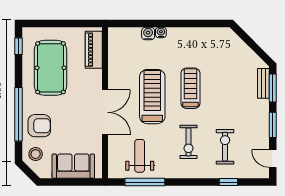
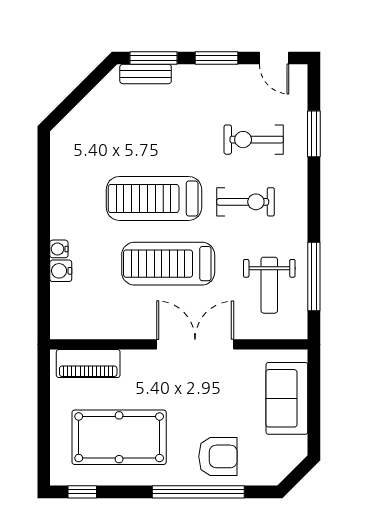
treadmill: (190, 88) -> (154, 198), width x1.37, depth x1.38
armchair: (39, 126) -> (218, 456), turned 90
stool: (36, 154) -> (266, 463), removed
weight bench: (140, 156) -> (269, 285), turned -90
door: (273, 159) -> (274, 58), hinge flipped
window: (228, 182) -> (314, 134), width x1.50

